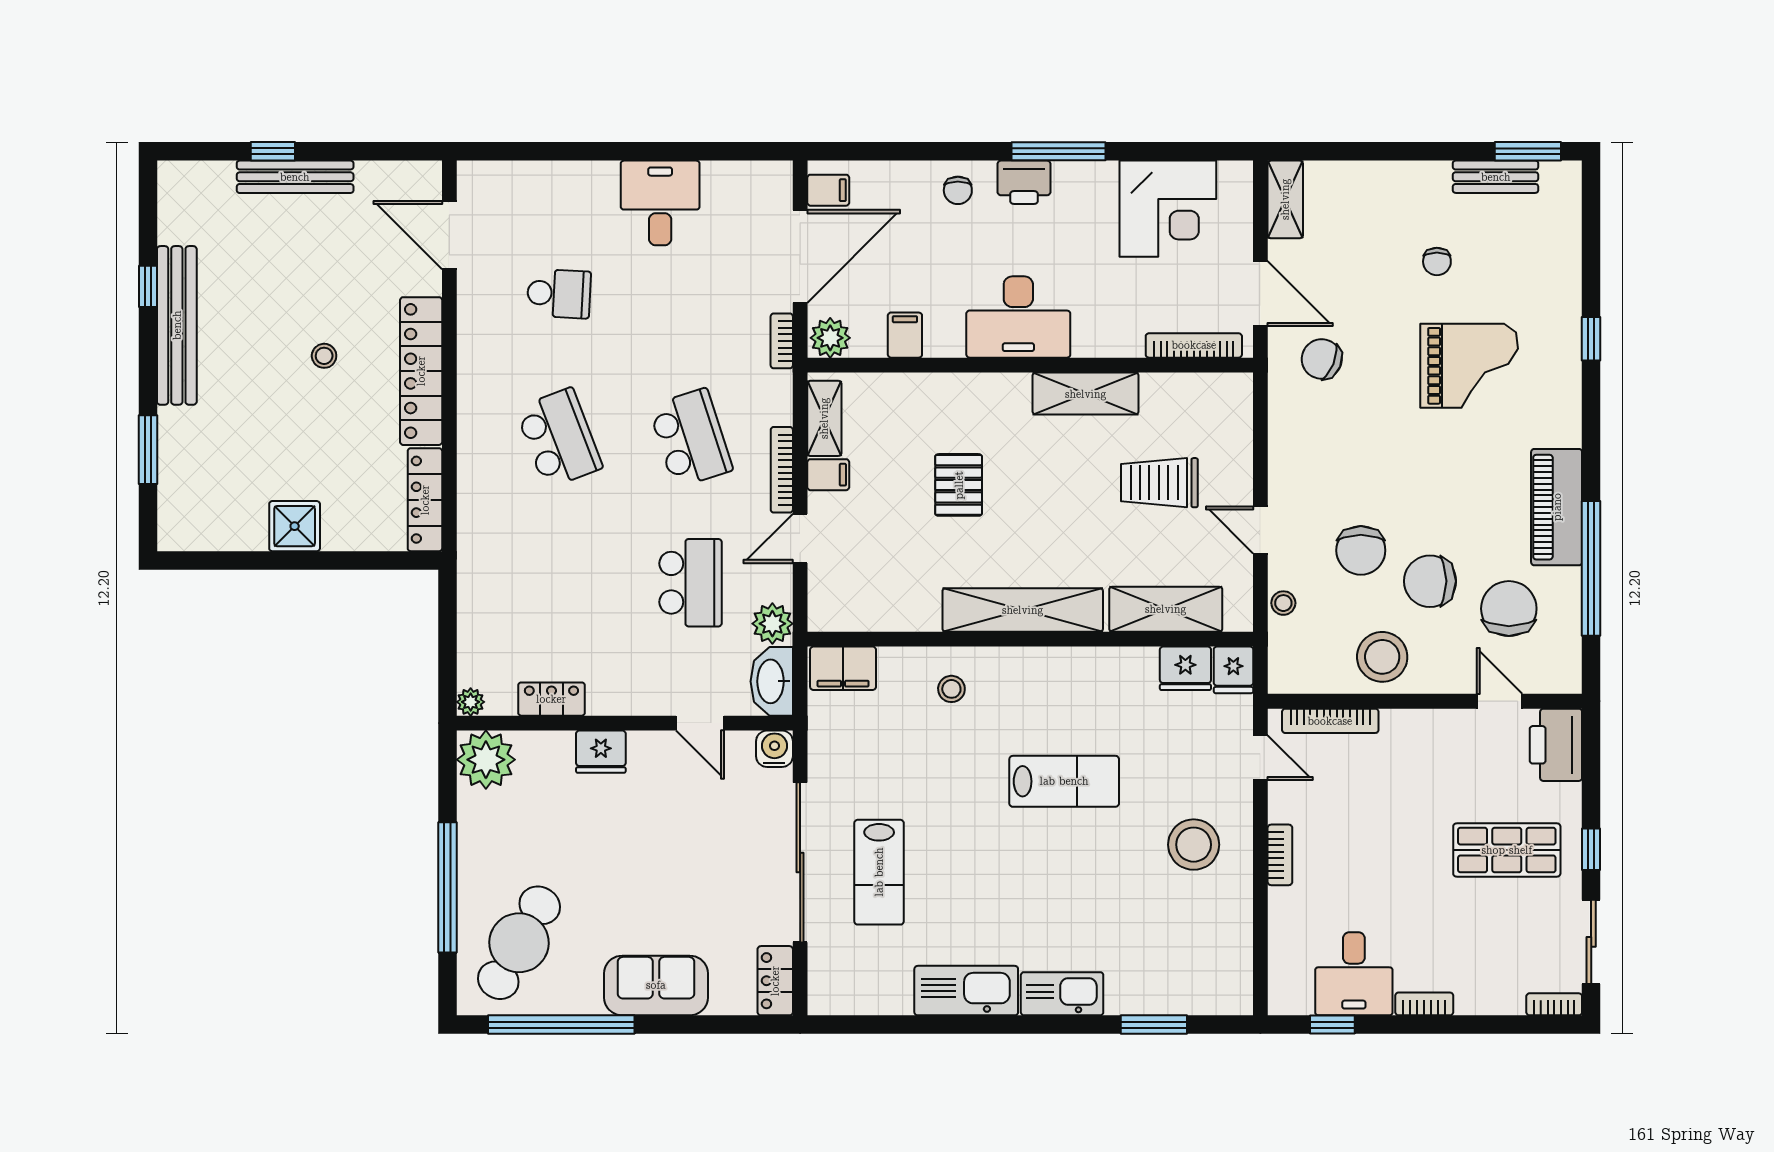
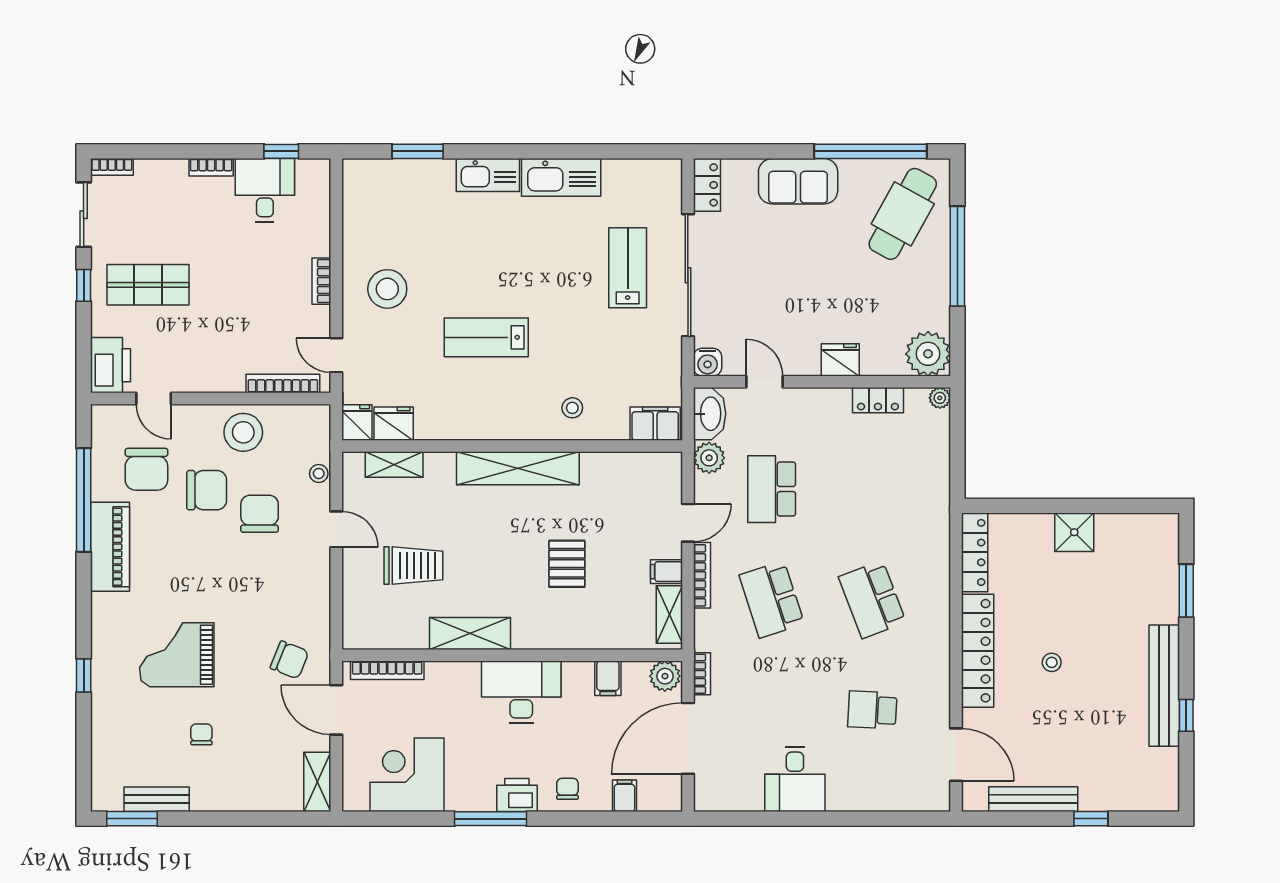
bench: (295, 177) -> (1033, 799), moved
filing cabinet: (828, 190) -> (624, 796), moved, turned 90
shelving: (1166, 609) -> (394, 464), width x0.67, depth x0.75

